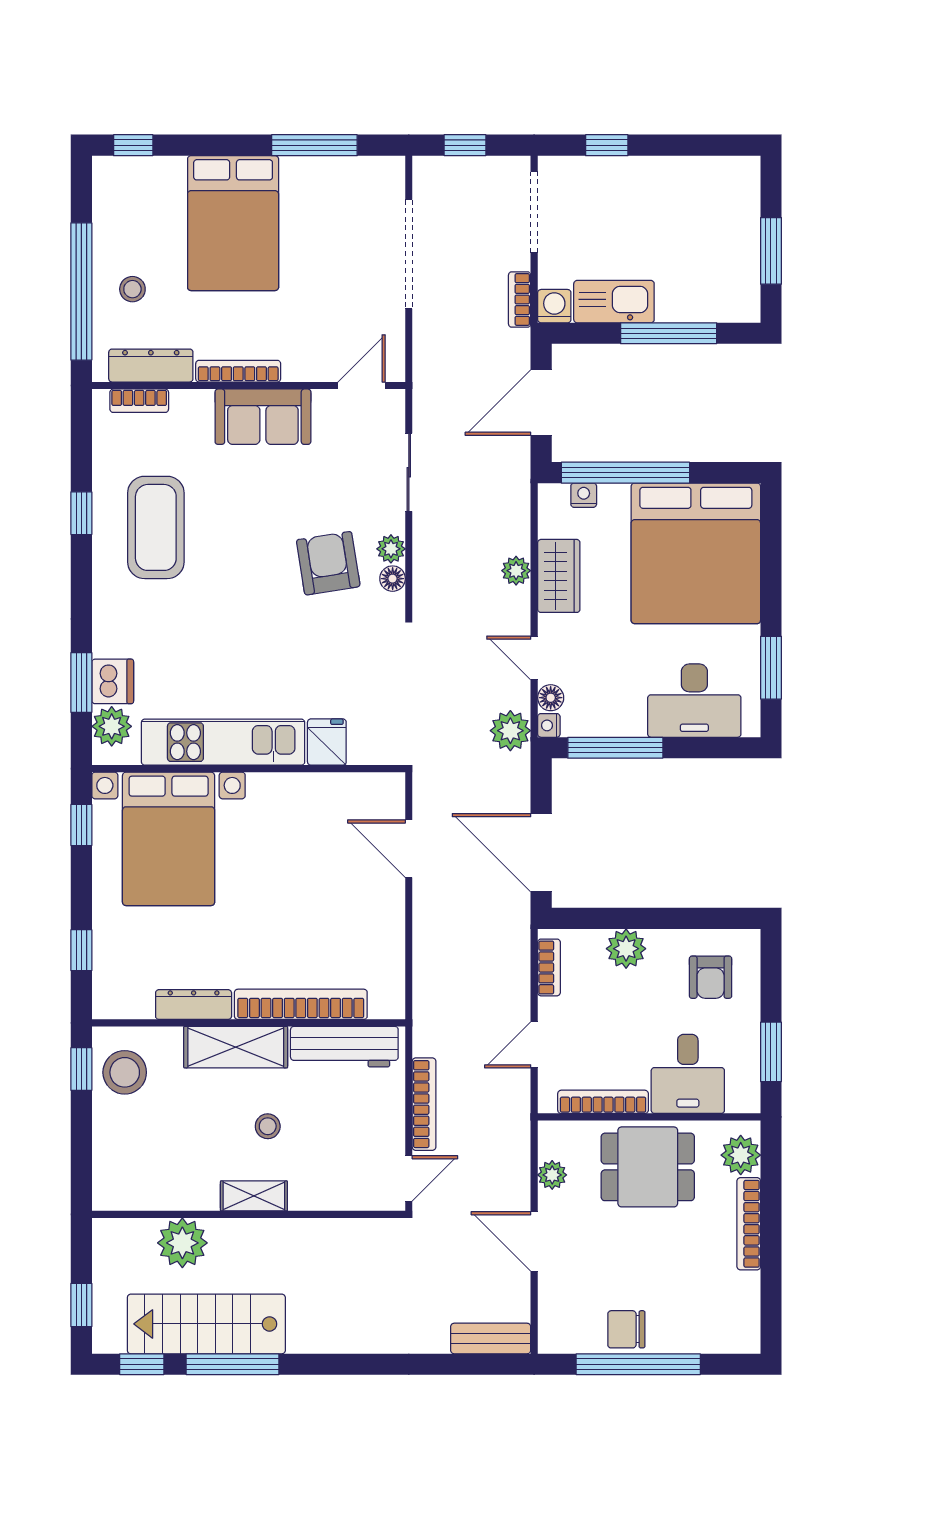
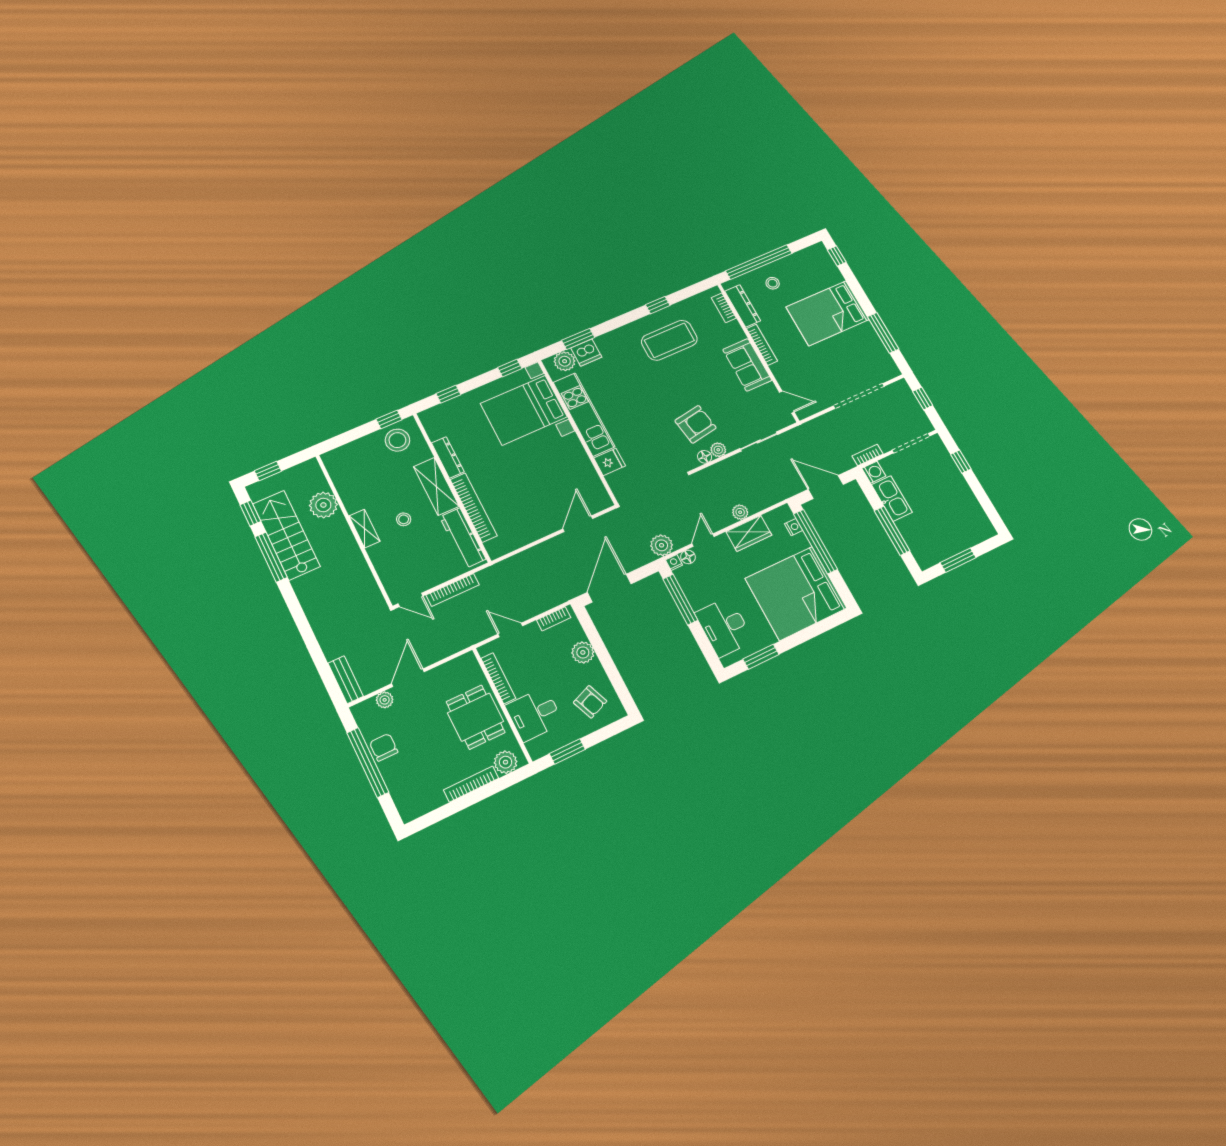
armchair: (711, 977) -> (590, 702), turned -112
plant: (552, 1175) -> (385, 700), moved

